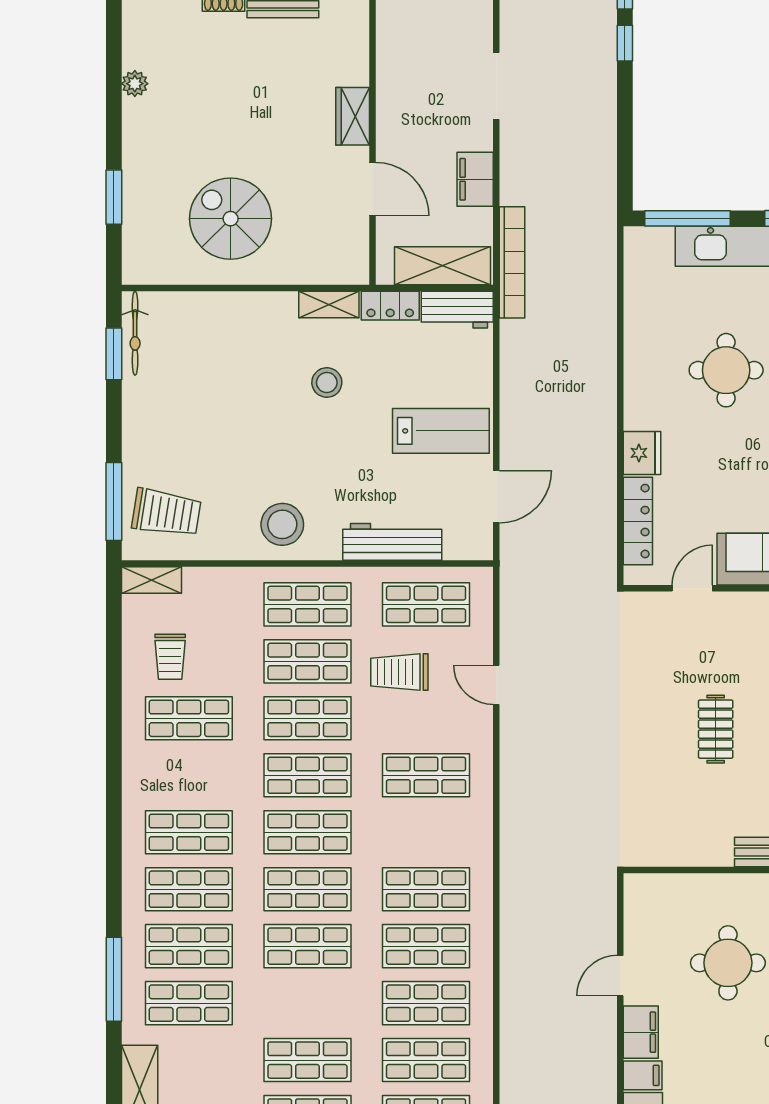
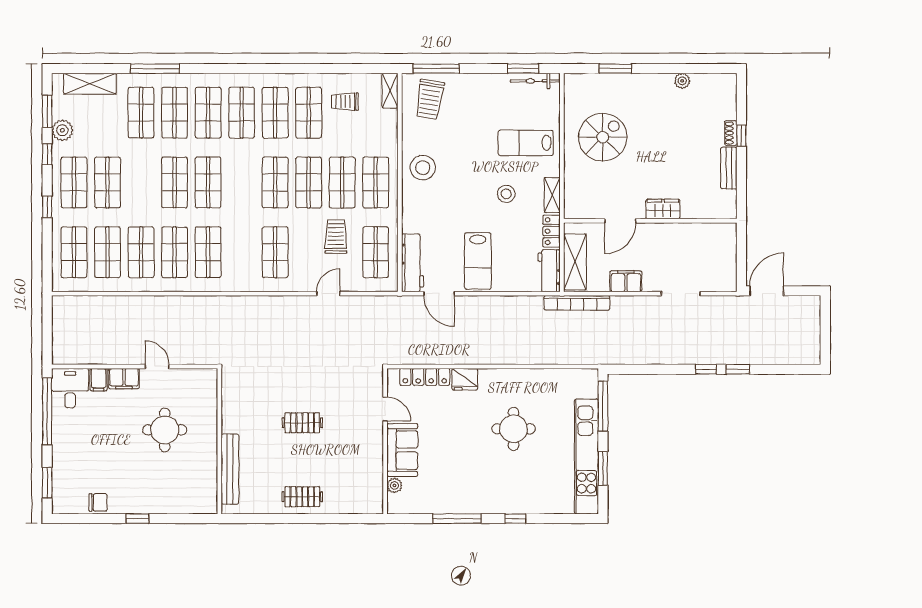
lab bench: (240, 349) -> (526, 143), added
workbench: (392, 542) -> (412, 263), moved
shop shelf: (307, 832) -> (275, 113), moved

